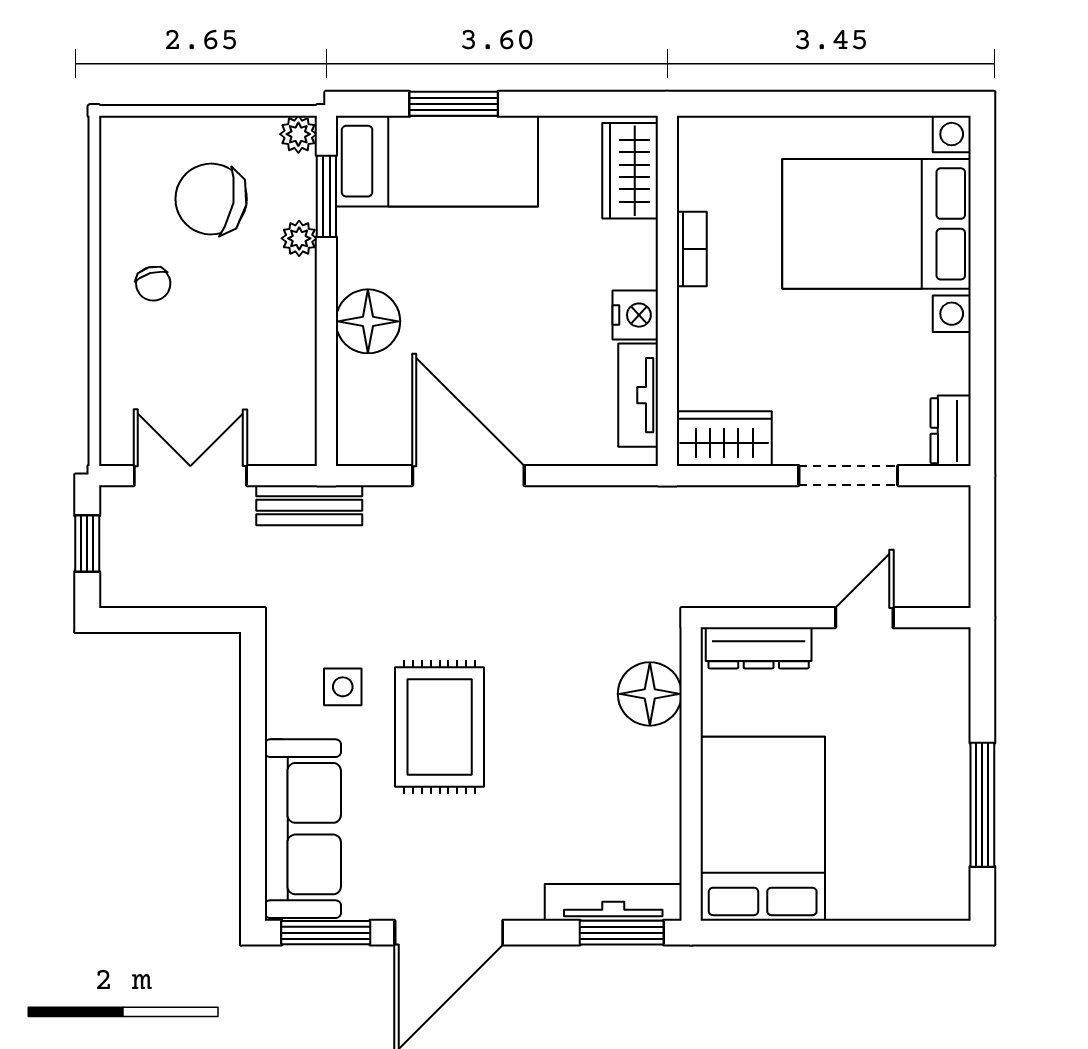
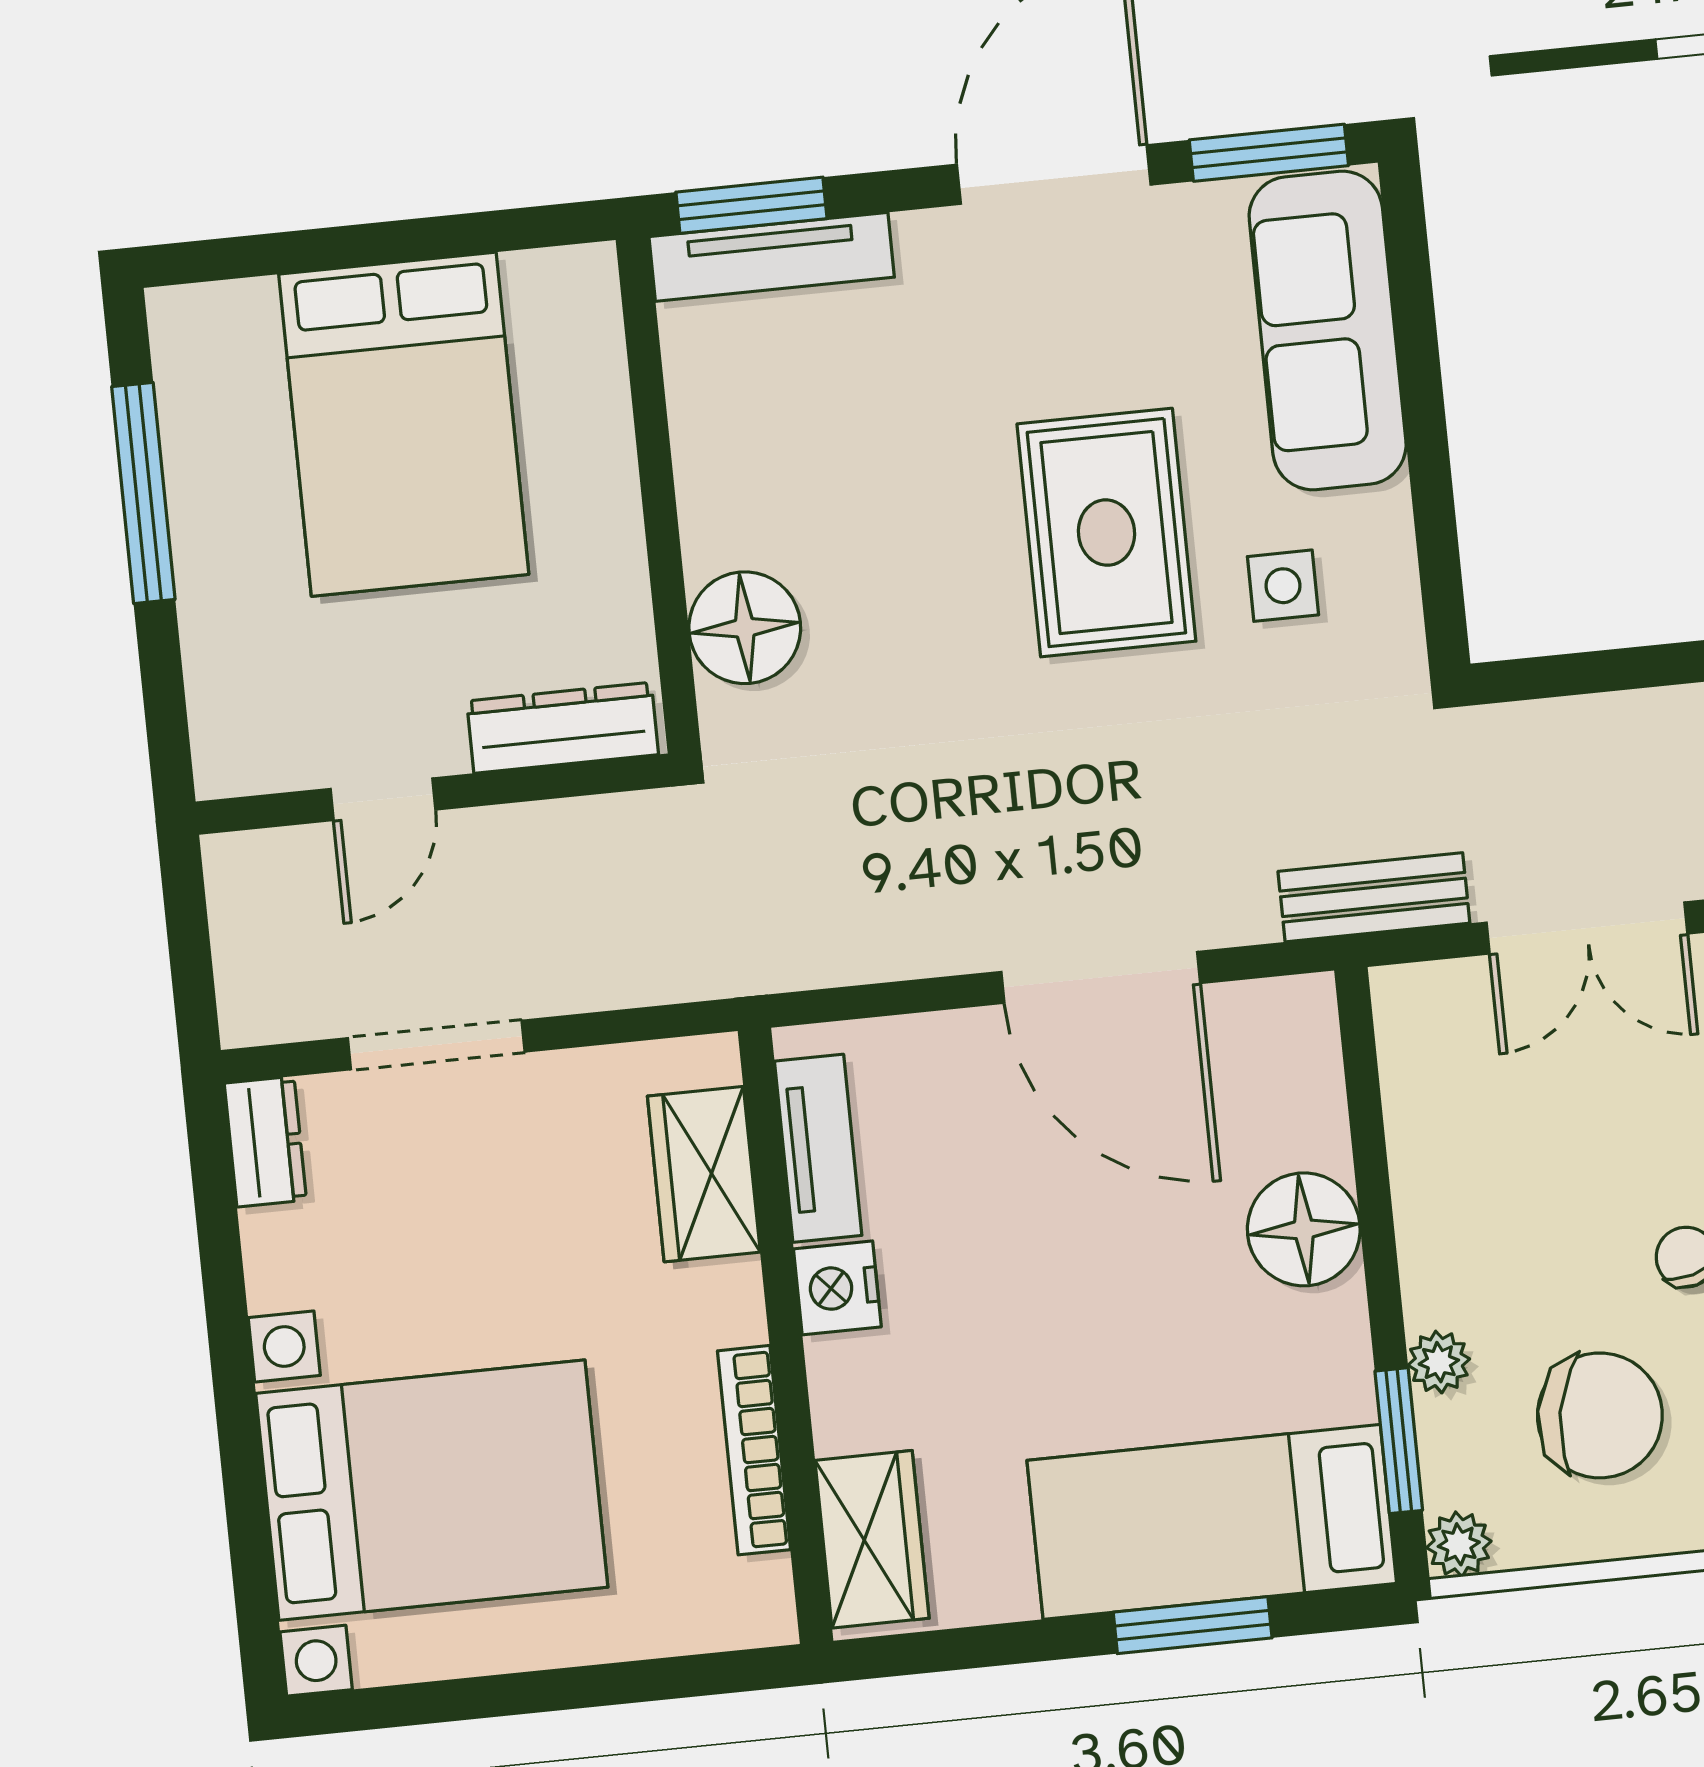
bookcase: (692, 249) -> (754, 1450), width x1.56
wardrobe: (724, 439) -> (704, 1174), moved, turned 90
bed: (763, 829) -> (404, 424), moved

